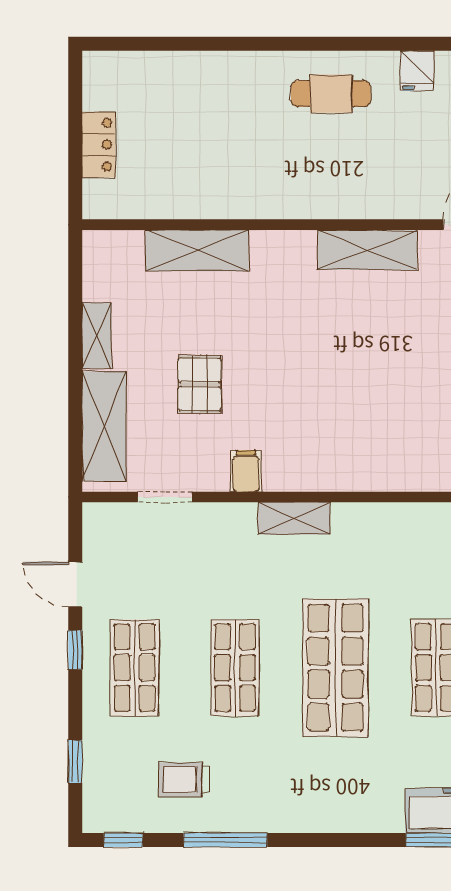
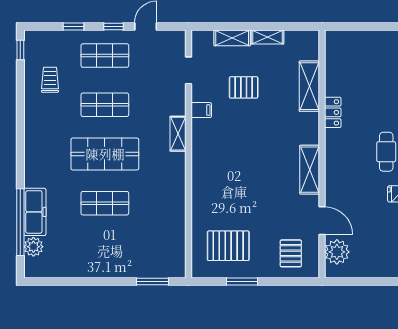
locker: (99, 145) -> (333, 112), moved, turned -90
shelving: (104, 426) -> (232, 38), width x0.67, depth x0.75
window: (75, 762) -> (73, 26), moved
window: (225, 840) -> (20, 100), removed

